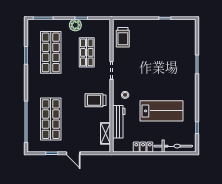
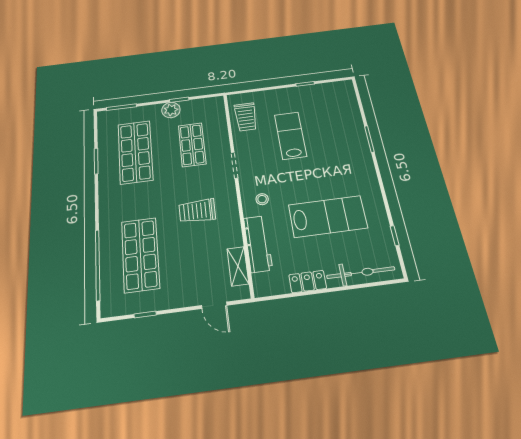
lab bench: (149, 55) -> (291, 136), added
trolley: (95, 100) -> (197, 211), moved
door: (73, 153) -> (214, 305), moved

